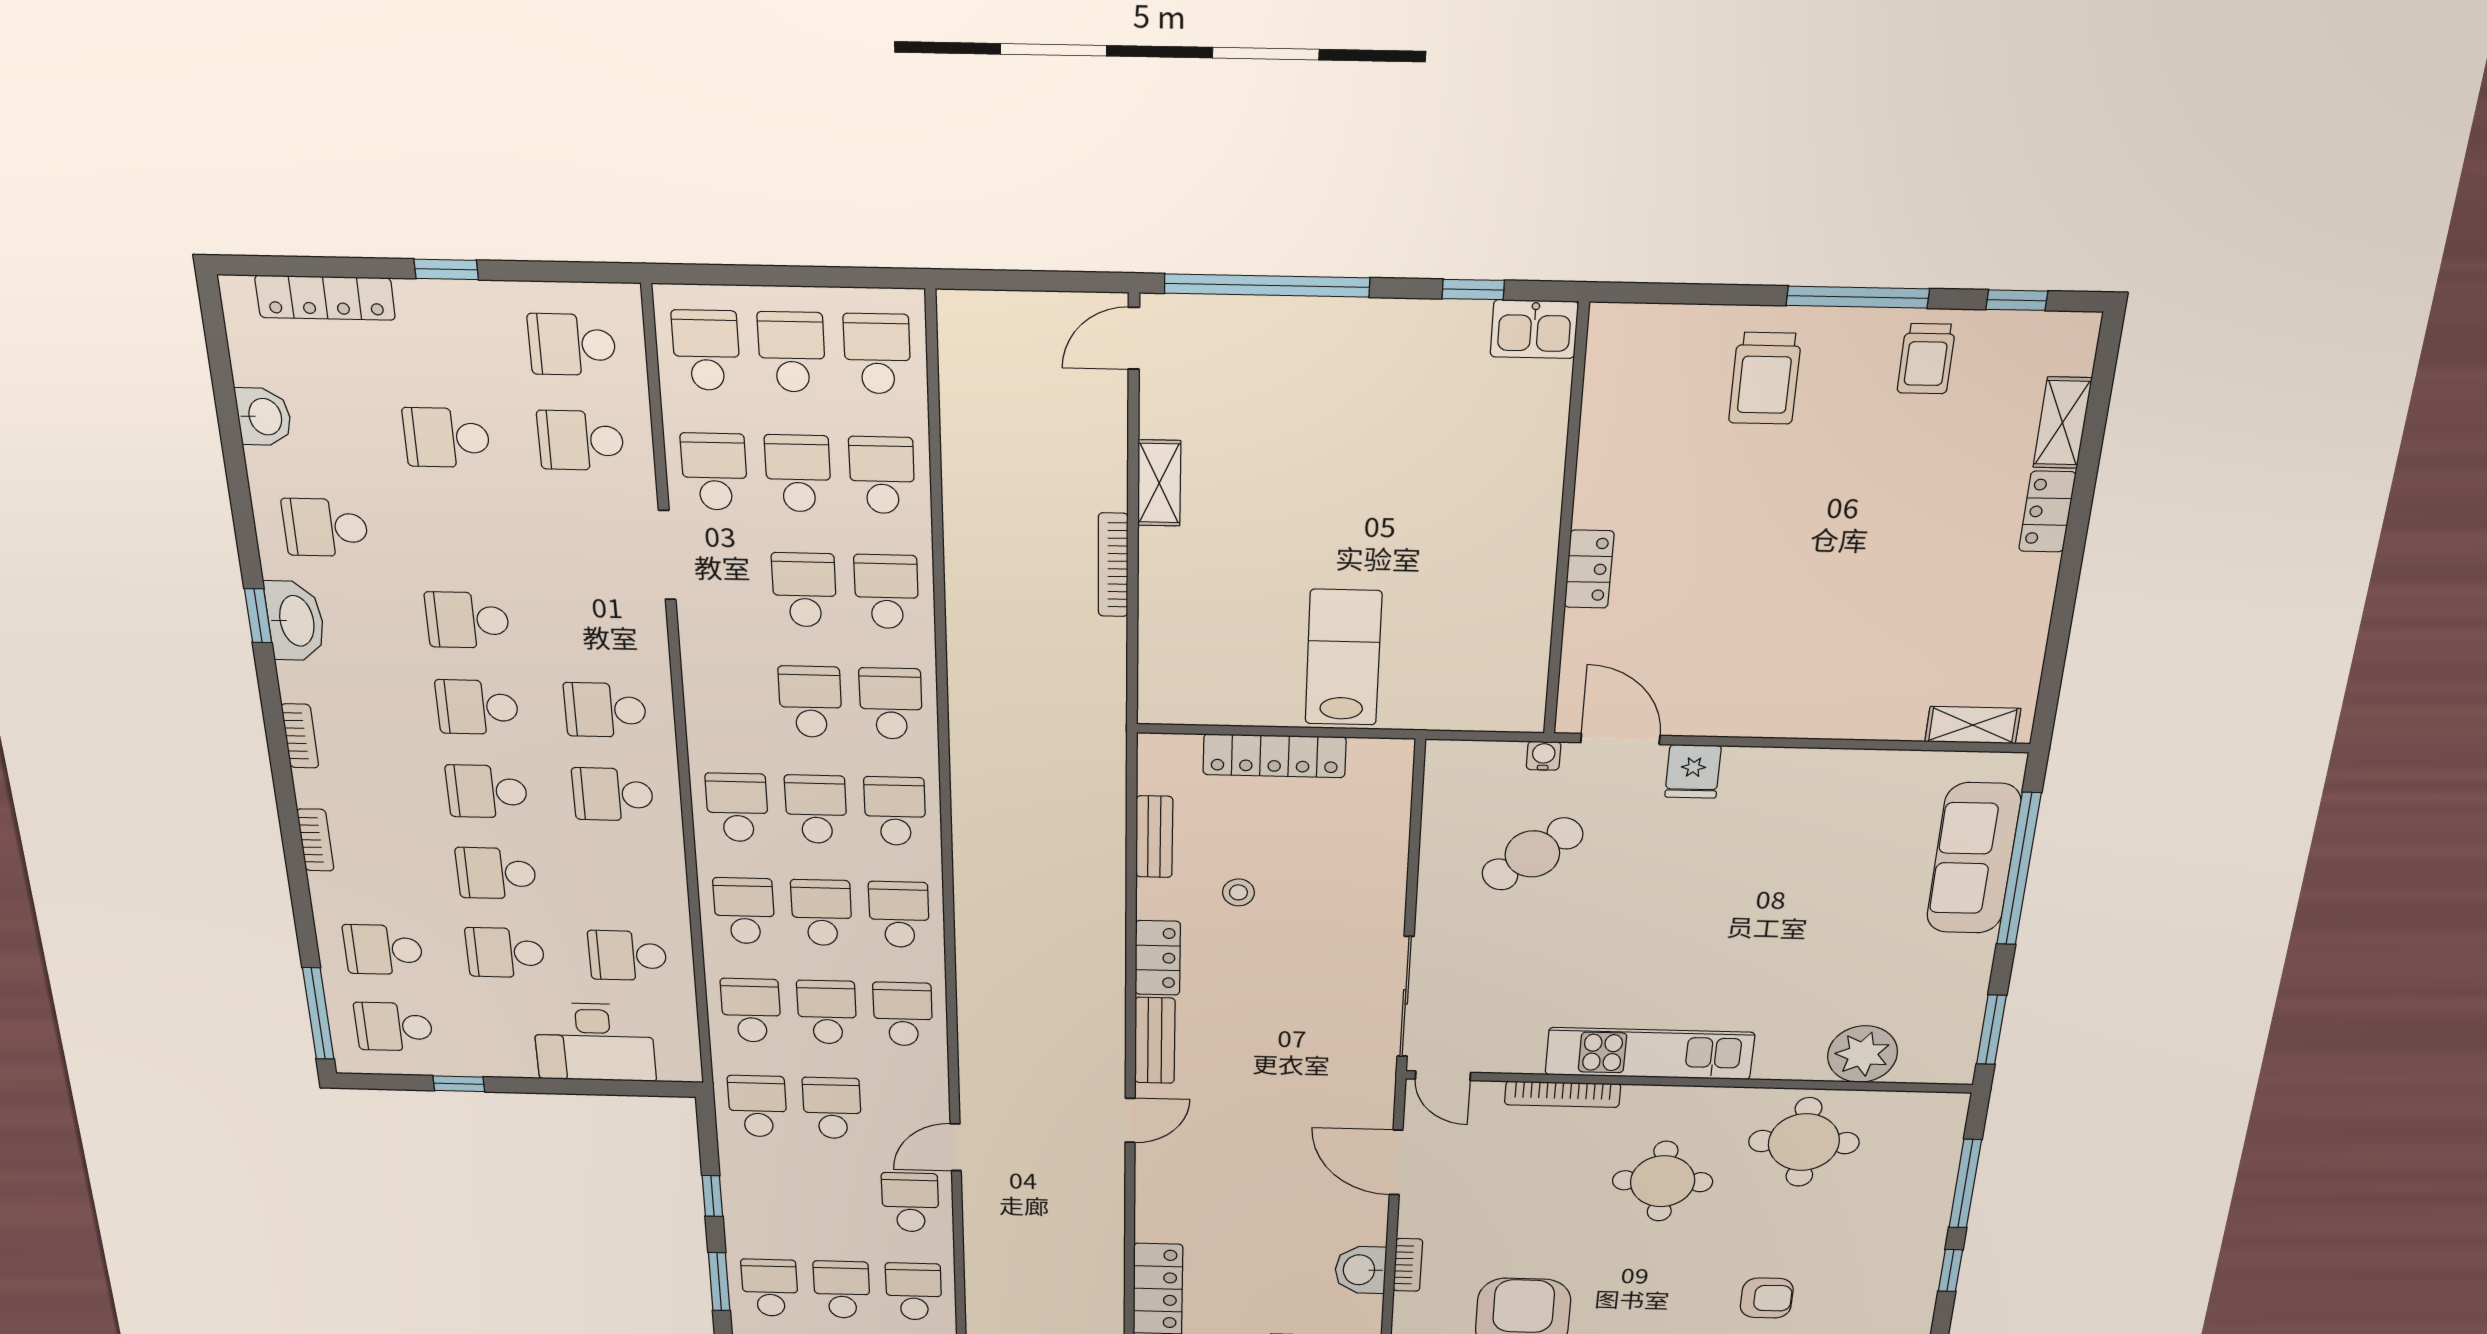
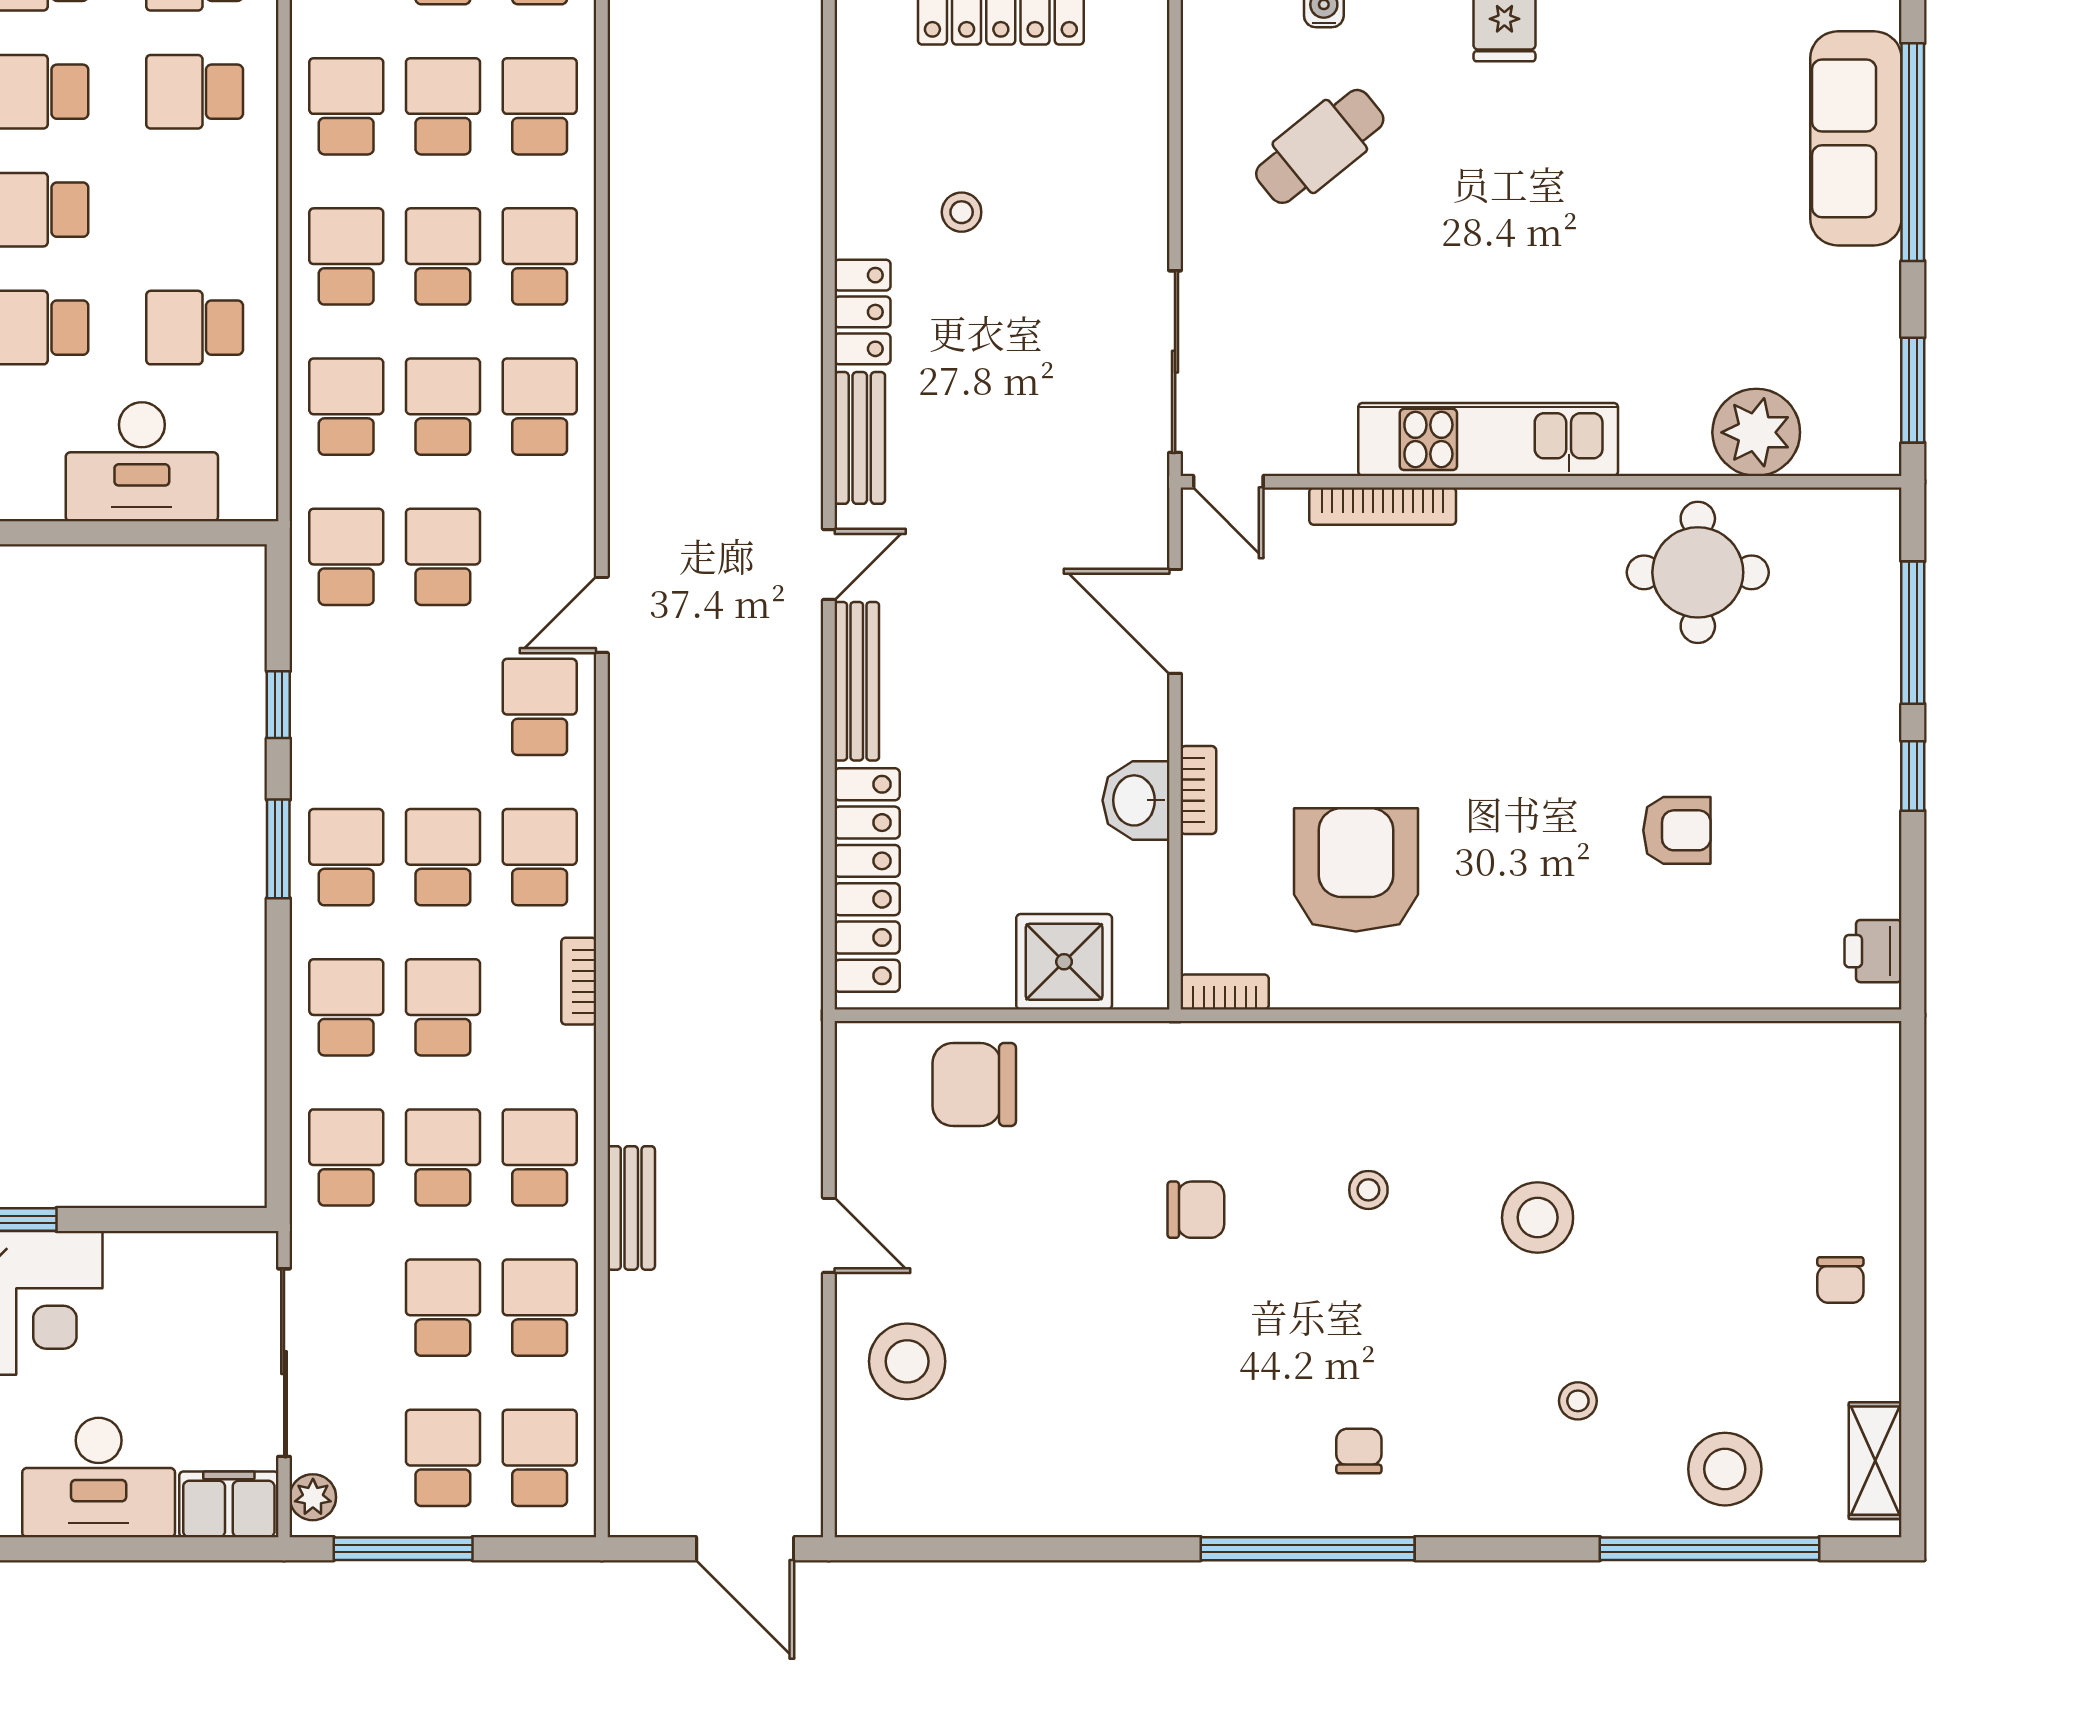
bench: (1154, 837) -> (857, 681), moved, width x1.36
round table: (1663, 1181) -> (1522, 641), removed

